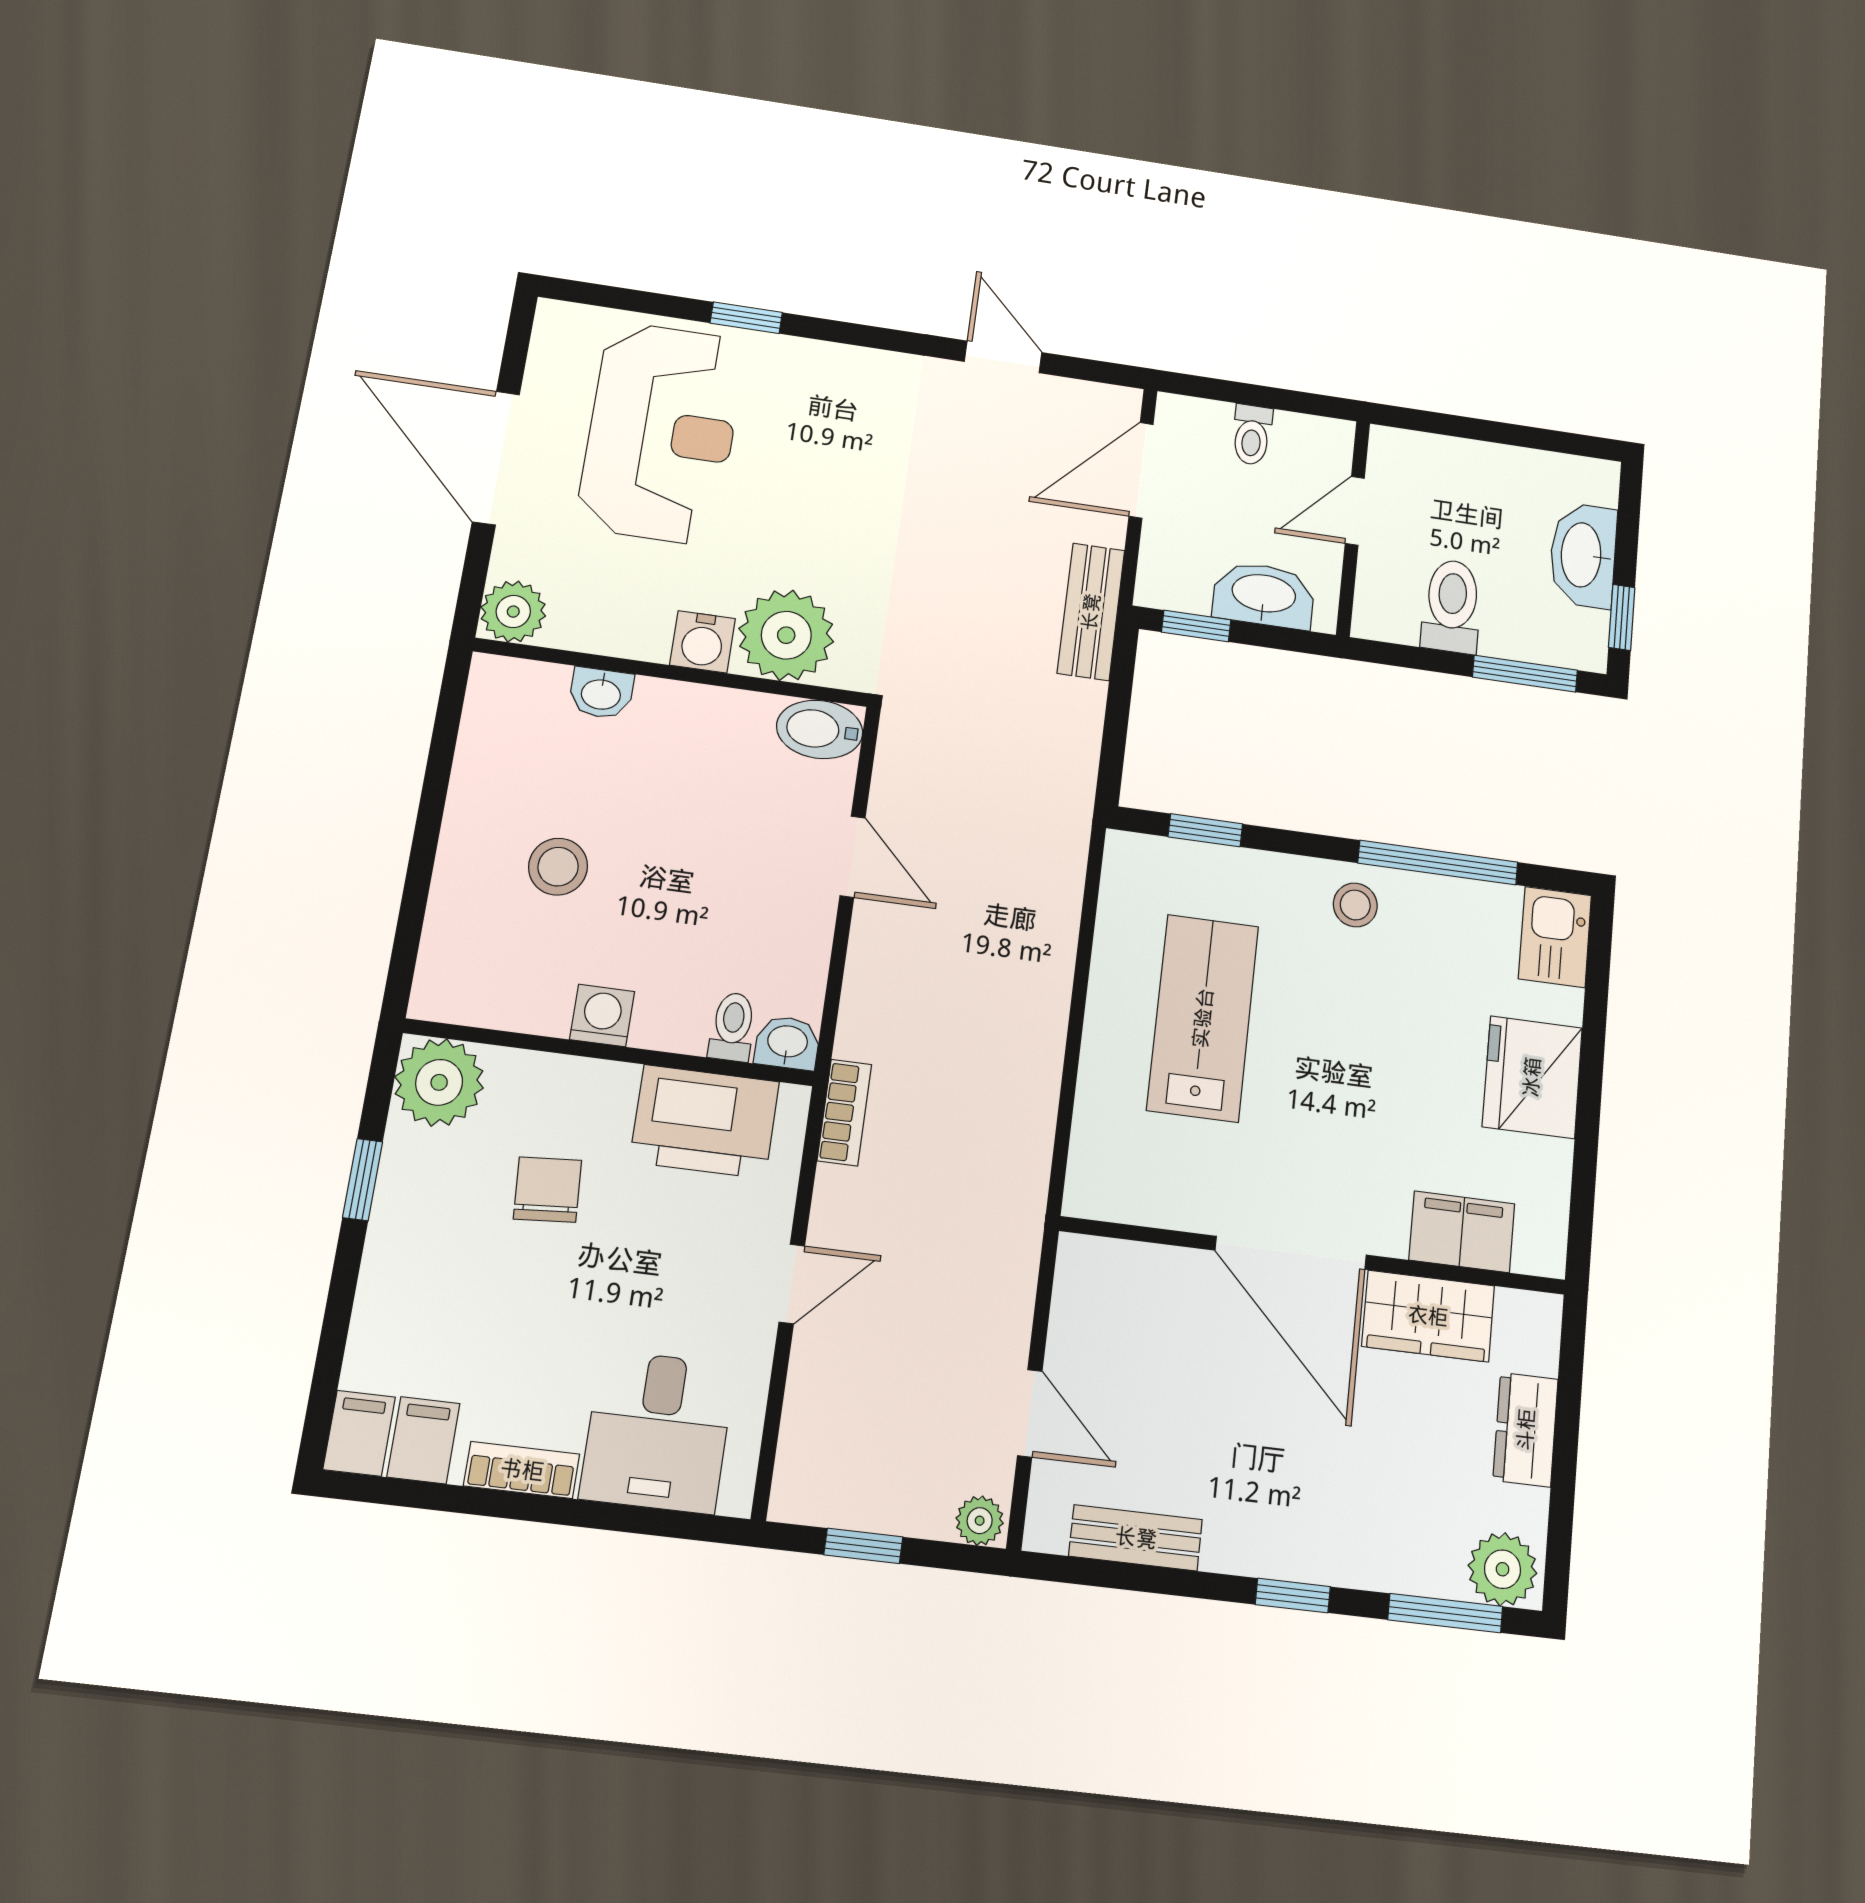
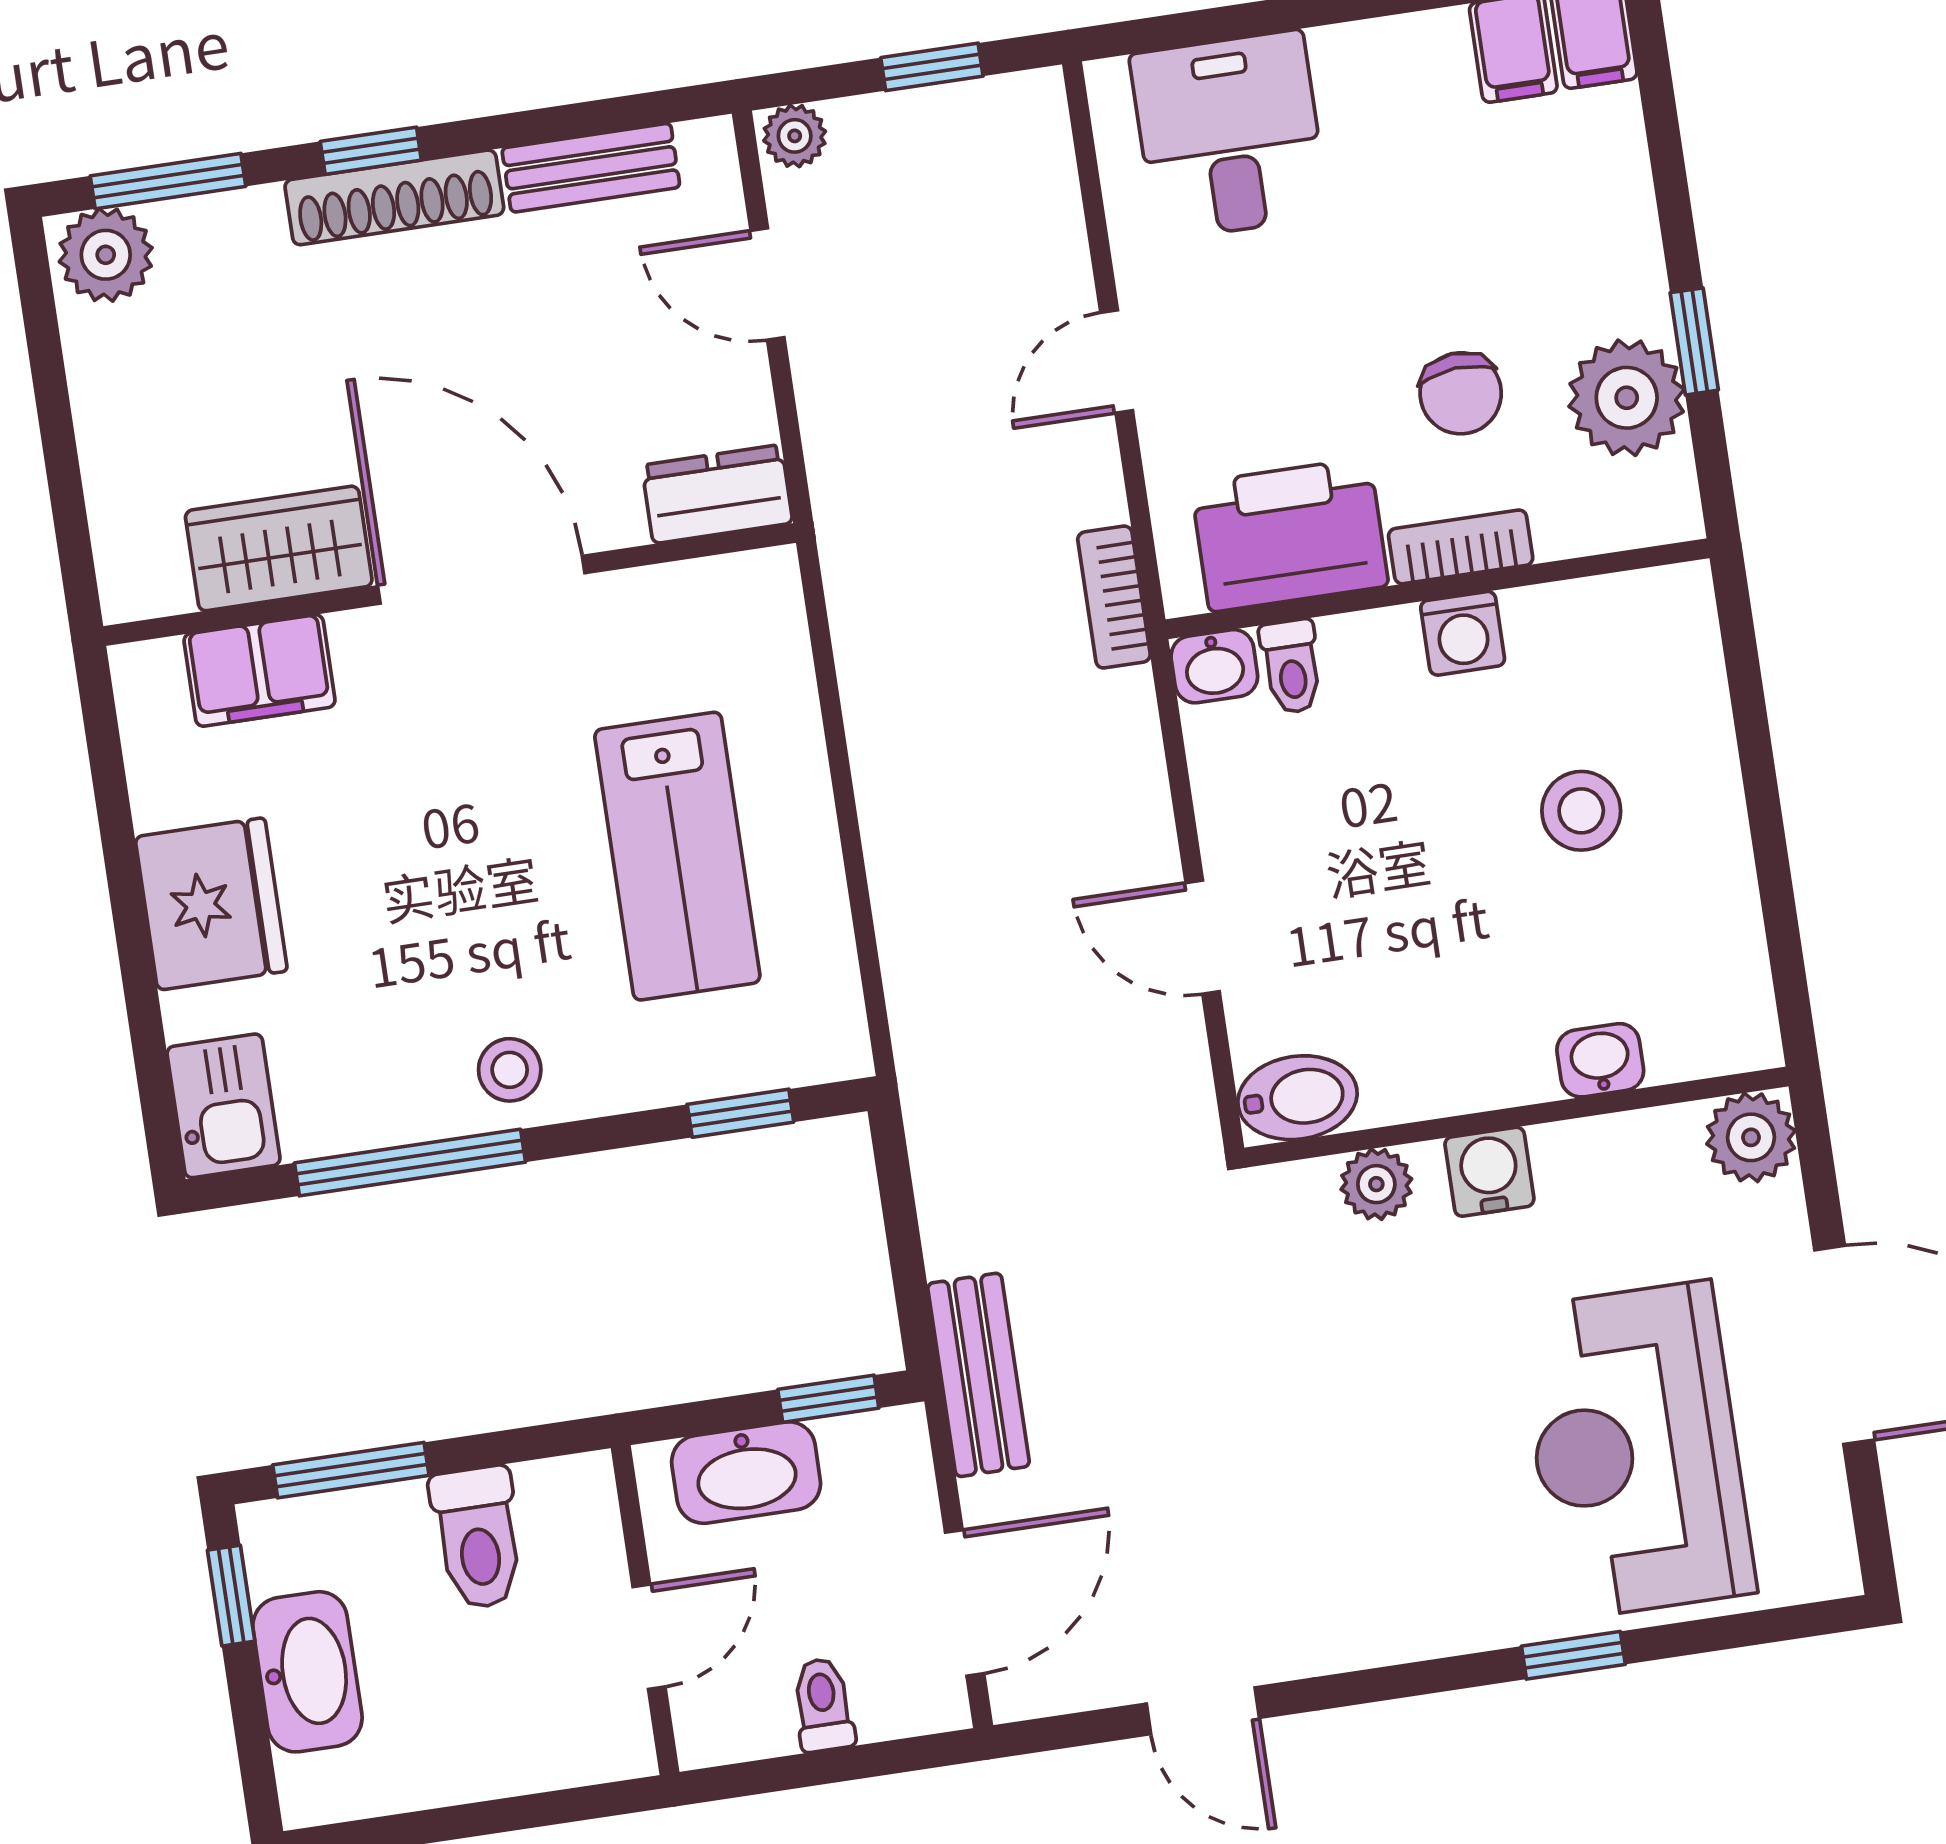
plant: (786, 635) -> (1376, 1184), width x0.53, depth x0.53
plant: (439, 1082) -> (1627, 398), moved
dresser: (1526, 1430) -> (717, 494), moved, turned -90
bookcase: (522, 1470) -> (1461, 547), moved, turned 180
shoe rack: (1284, 1555) -> (394, 197), added

